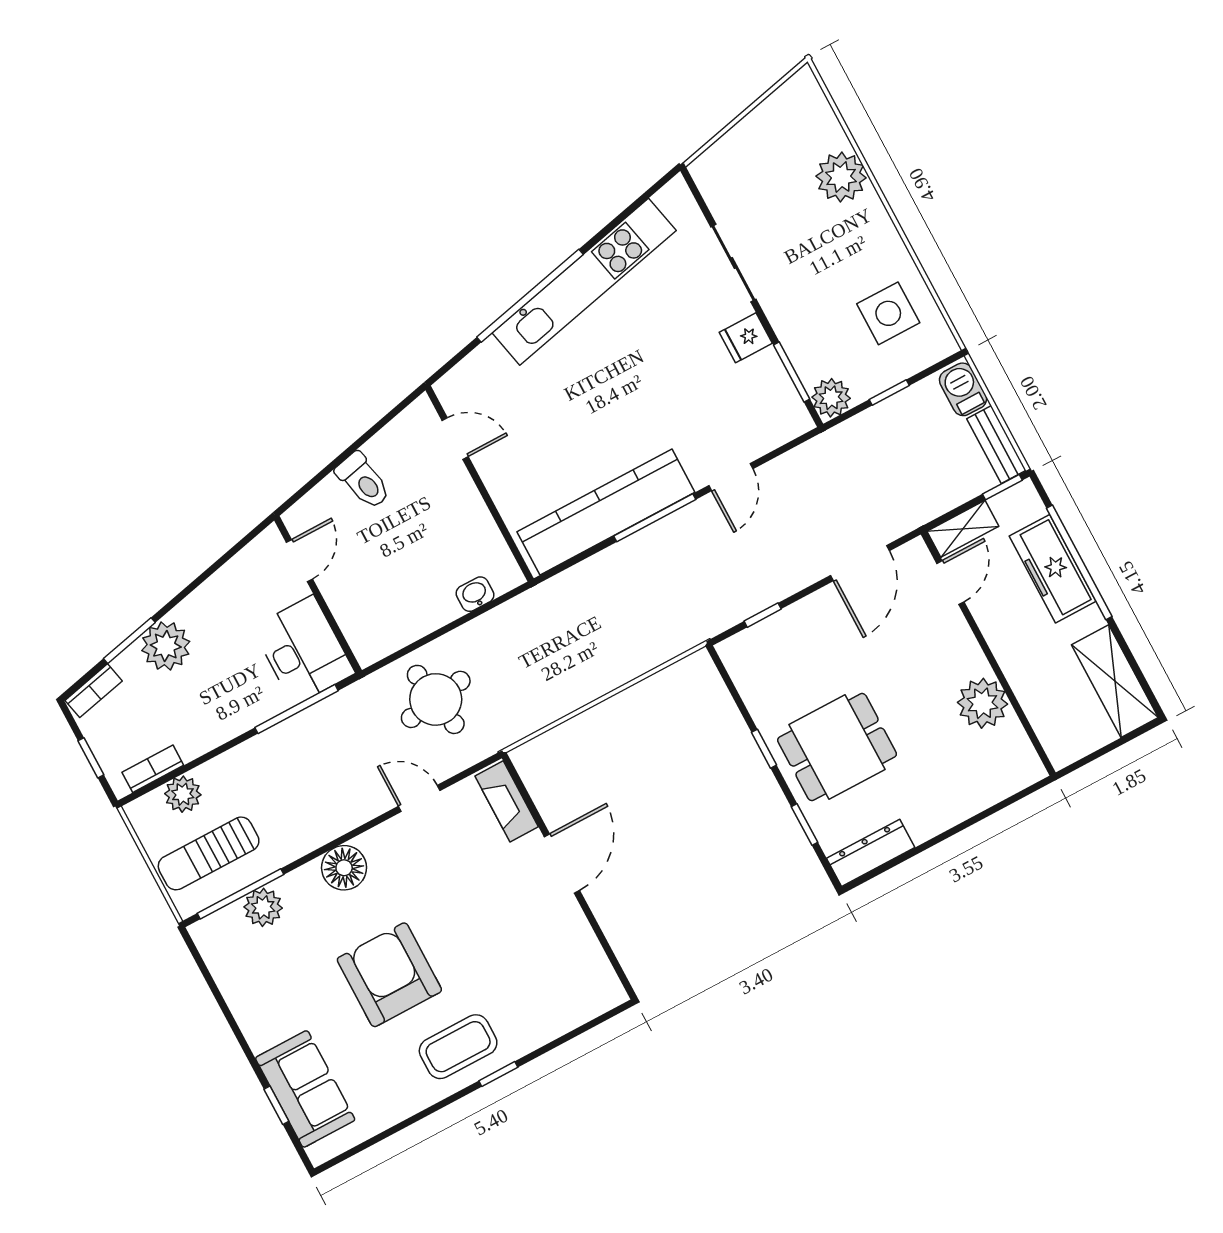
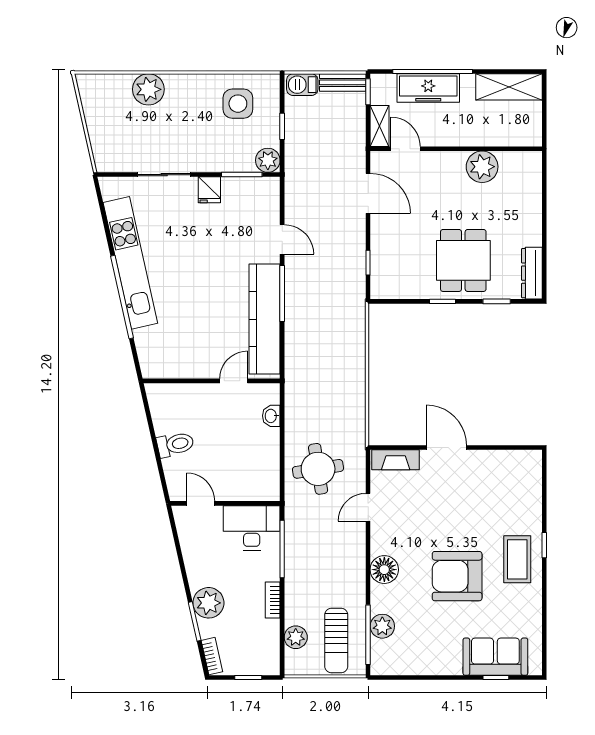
door: (455, 439) -> (234, 381), moved
bookcase: (153, 769) -> (273, 600), moved

